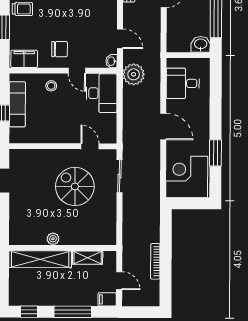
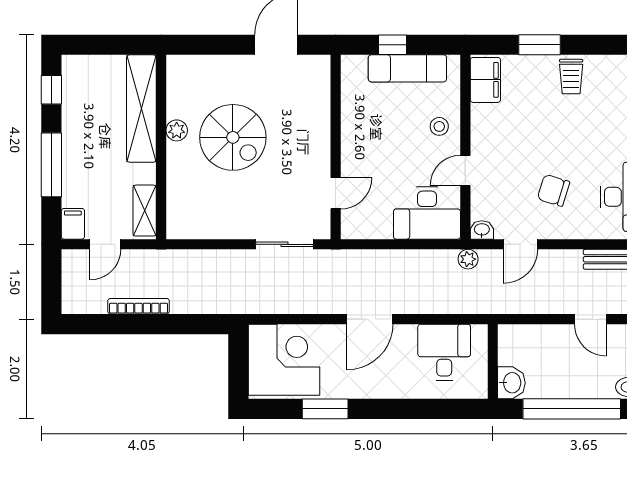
chair: (60, 49) -> (553, 190), moved, turned 107
plant: (134, 74) -> (468, 259), width x0.53, depth x0.53
spiral stairs: (75, 186) -> (233, 137), moved, turned 90
shelving: (88, 258) -> (145, 211), moved

